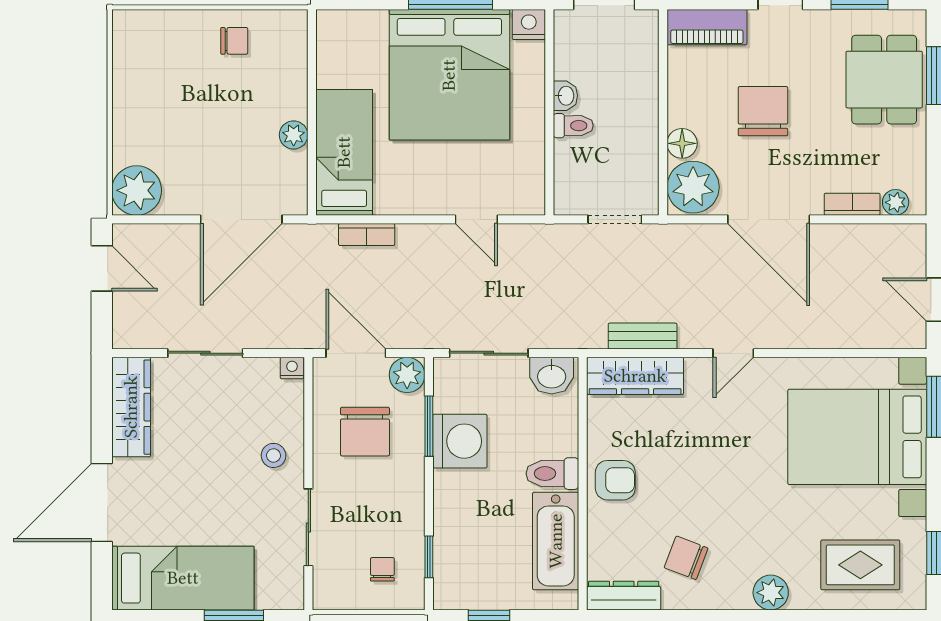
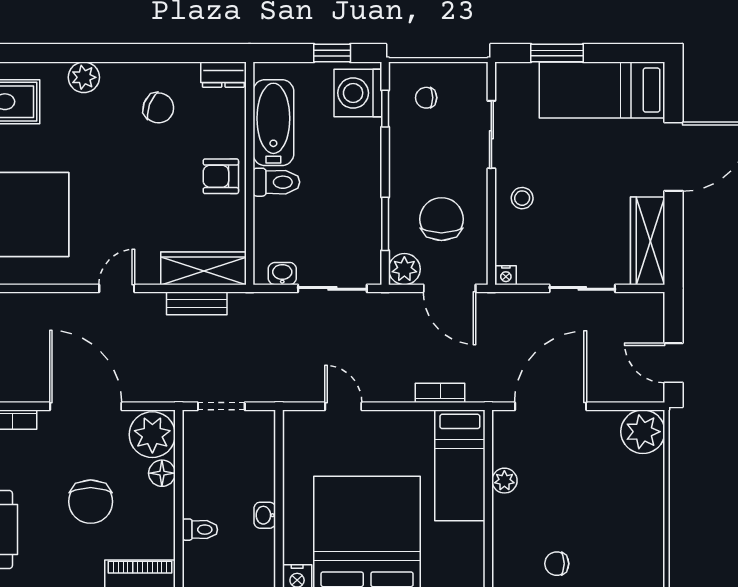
toilet: (573, 126) -> (200, 530), moved, turned 180
washbasin: (552, 376) -> (282, 274), width x0.72, depth x0.69
washing machine: (460, 441) -> (358, 93), moved
chair: (382, 569) -> (426, 98), turned 90
dresser: (624, 596) -> (223, 75), width x0.70

